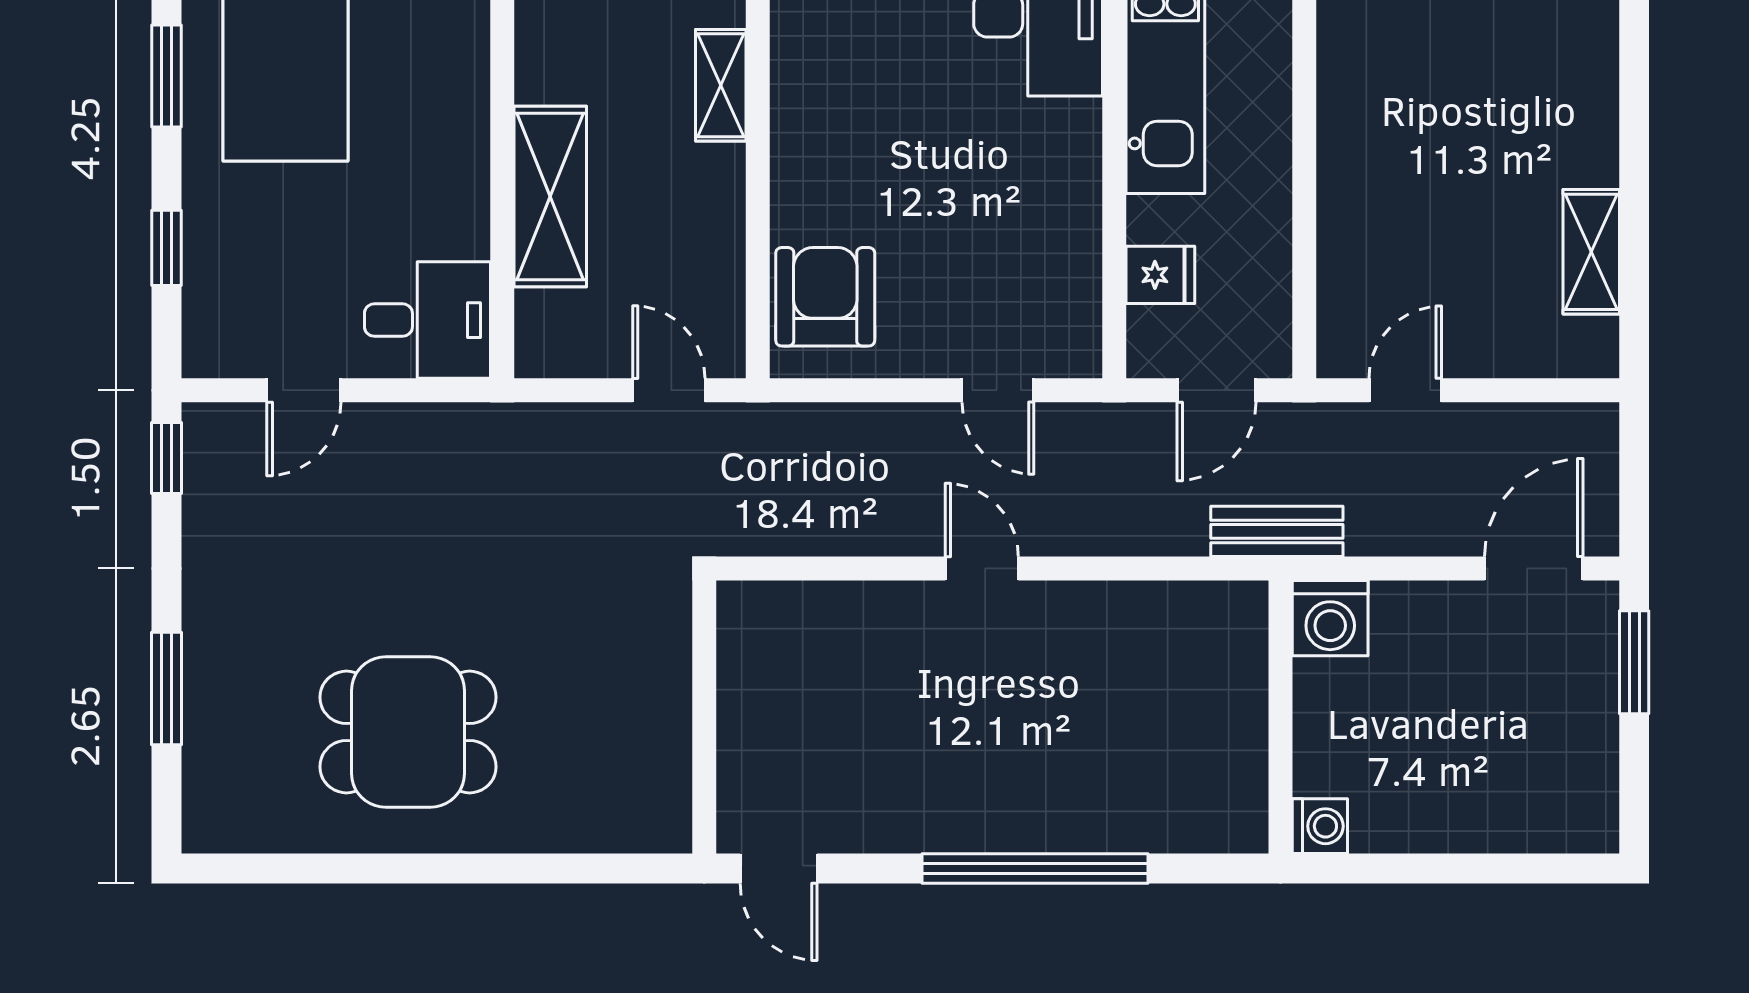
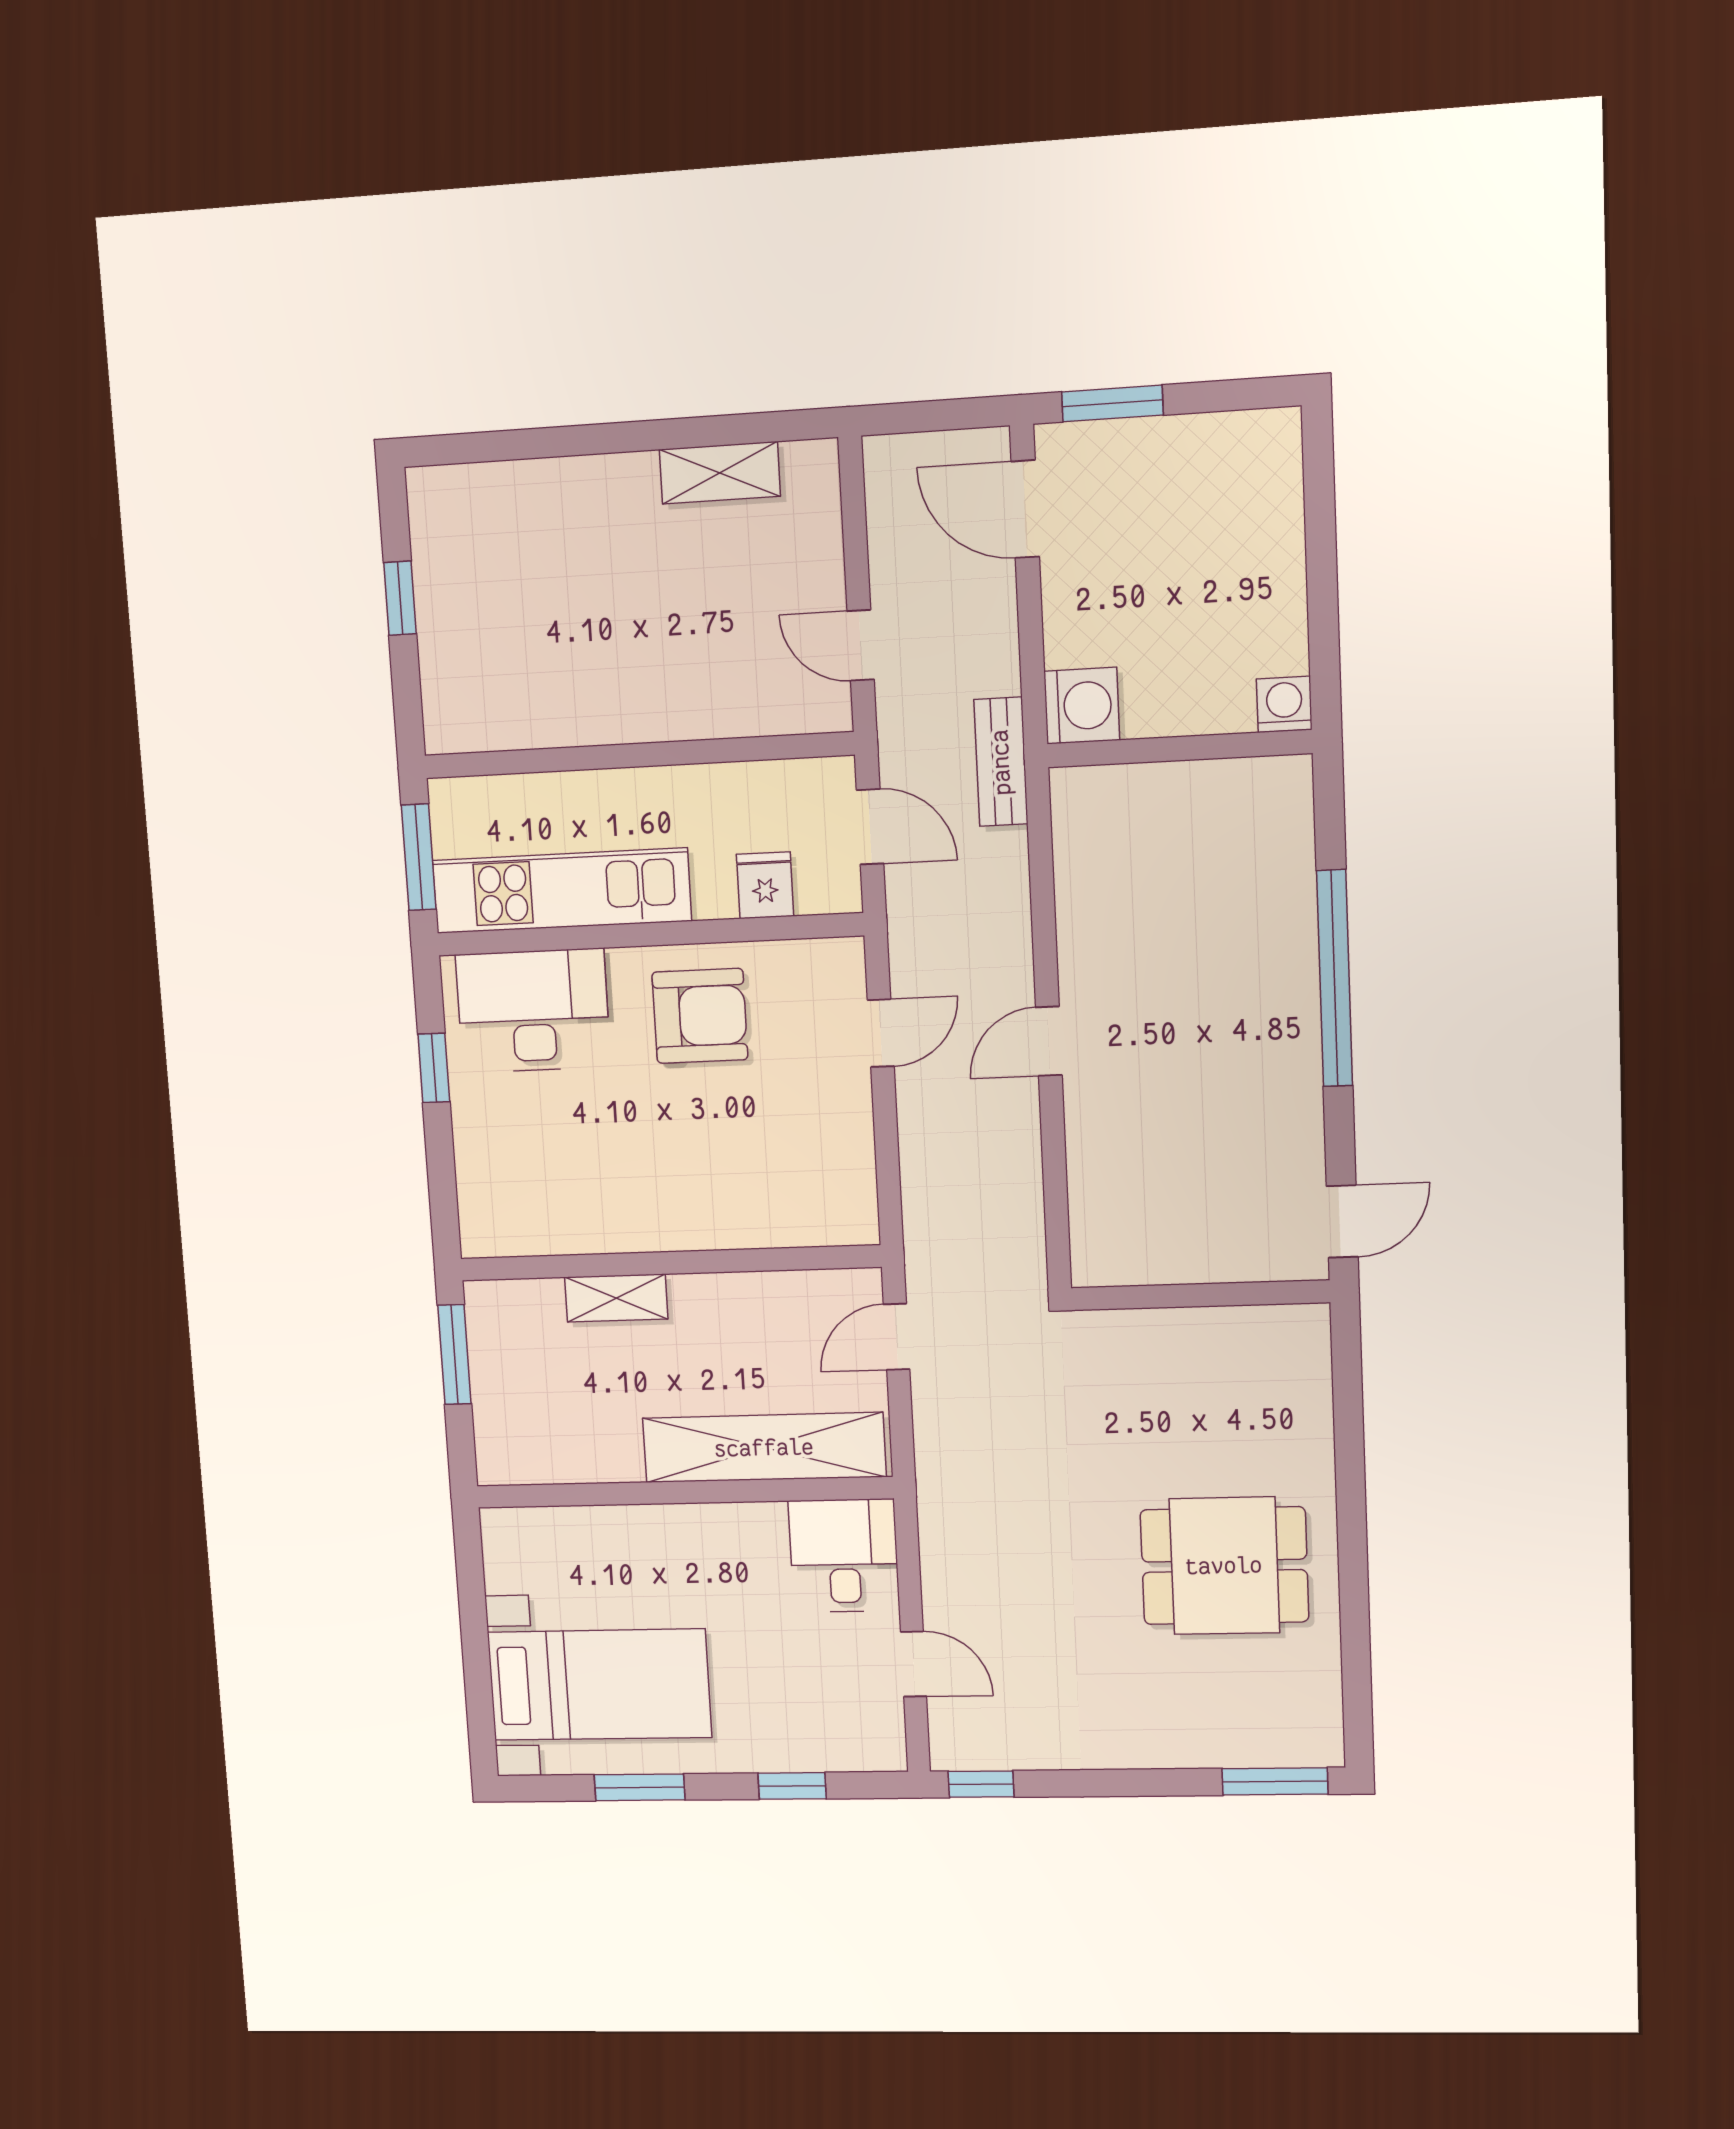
shelving: (550, 197) -> (764, 1448), width x1.47
armchair: (825, 297) -> (700, 1016), moved, turned 180
window: (167, 688) -> (1275, 1781), moved
dining table: (408, 732) -> (1224, 1566), turned 90

